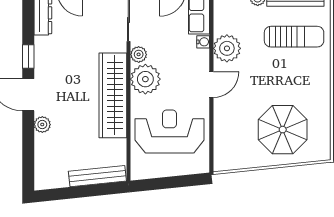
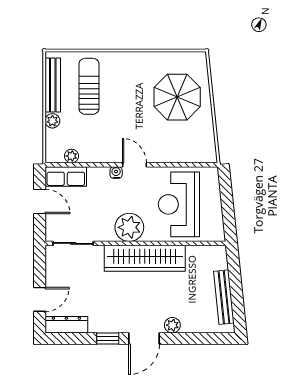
water cooler: (203, 42) -> (116, 173), moved
plant: (227, 48) -> (71, 156), moved, width x0.53, depth x0.53
plant: (139, 54) -> (106, 234), removed
bench: (97, 176) -> (224, 297), moved

